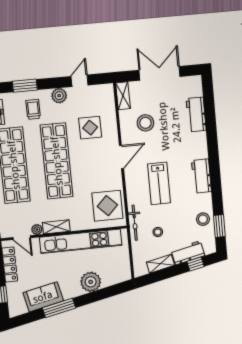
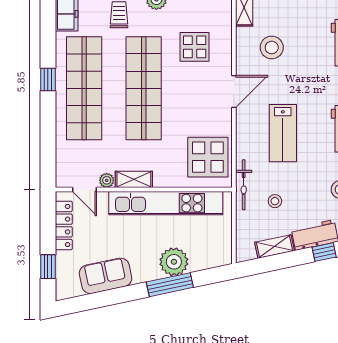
window: (59, 308) -> (170, 285), moved

